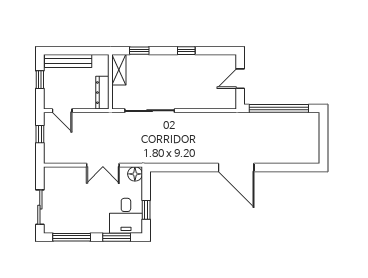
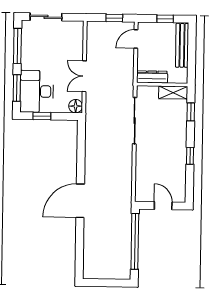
desk: (126, 216) -> (37, 91), width x1.37

